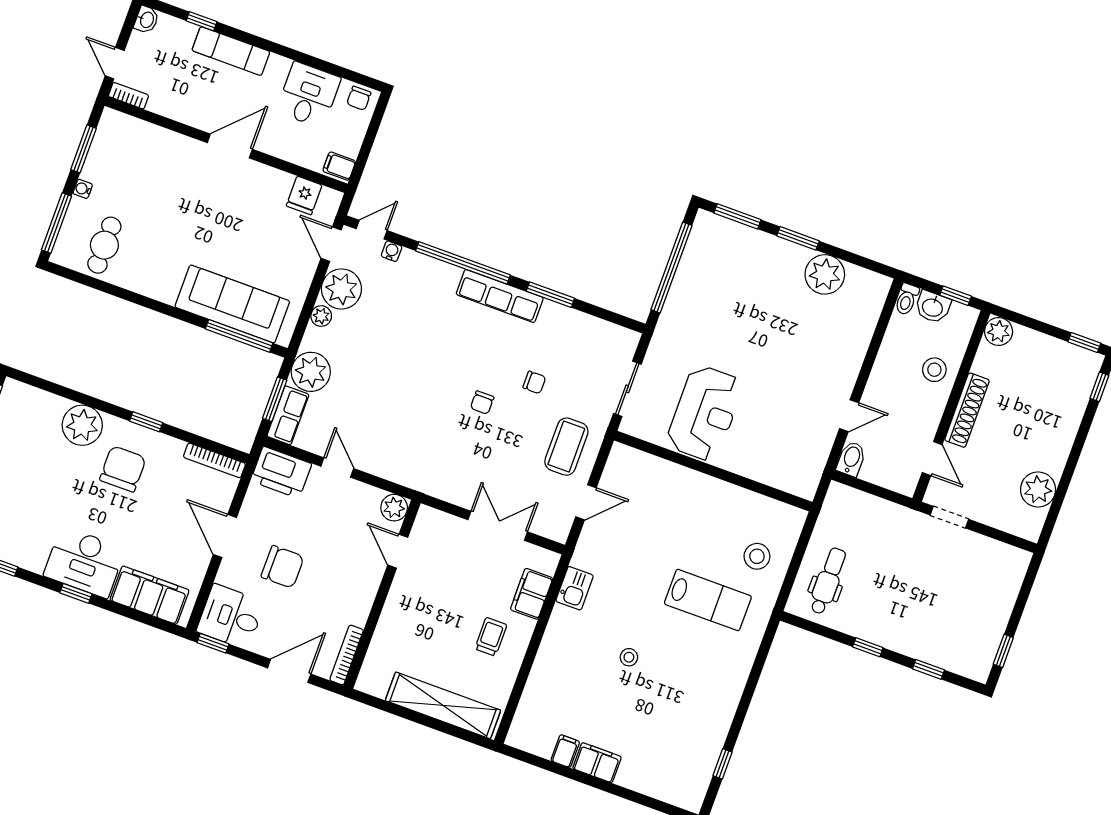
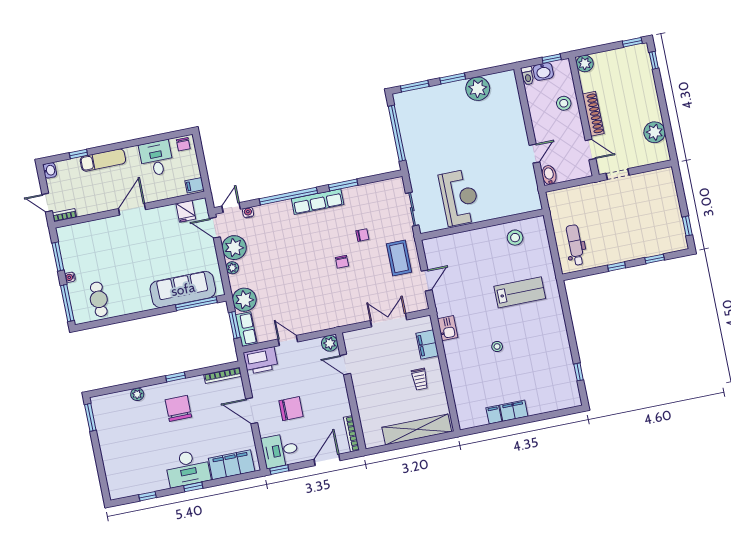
plant: (82, 425) -> (137, 394), width x0.53, depth x0.53
stool: (757, 556) -> (515, 238), moved
trolley: (491, 637) -> (420, 379), turned 180

